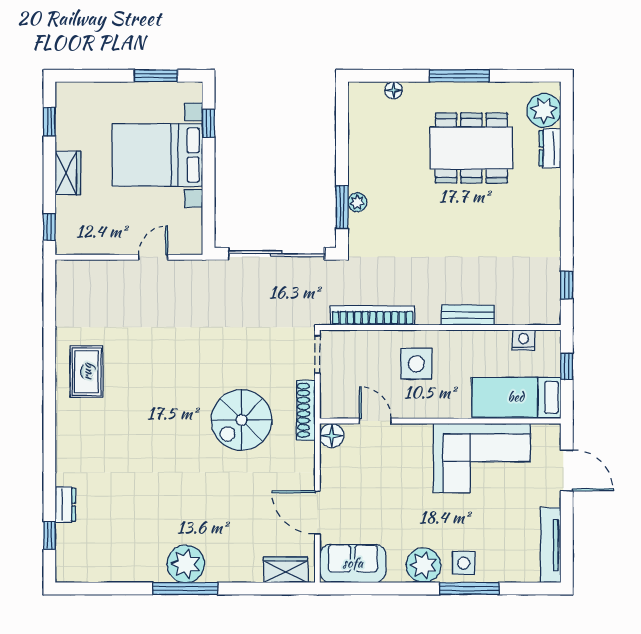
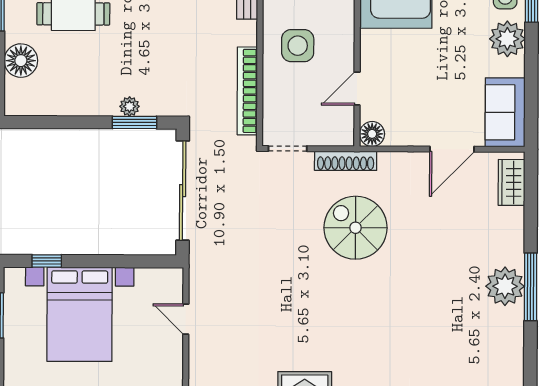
floor lamp: (393, 90) -> (21, 61), width x1.89, depth x1.89
spiral stairs: (242, 420) -> (355, 228), turned 180

